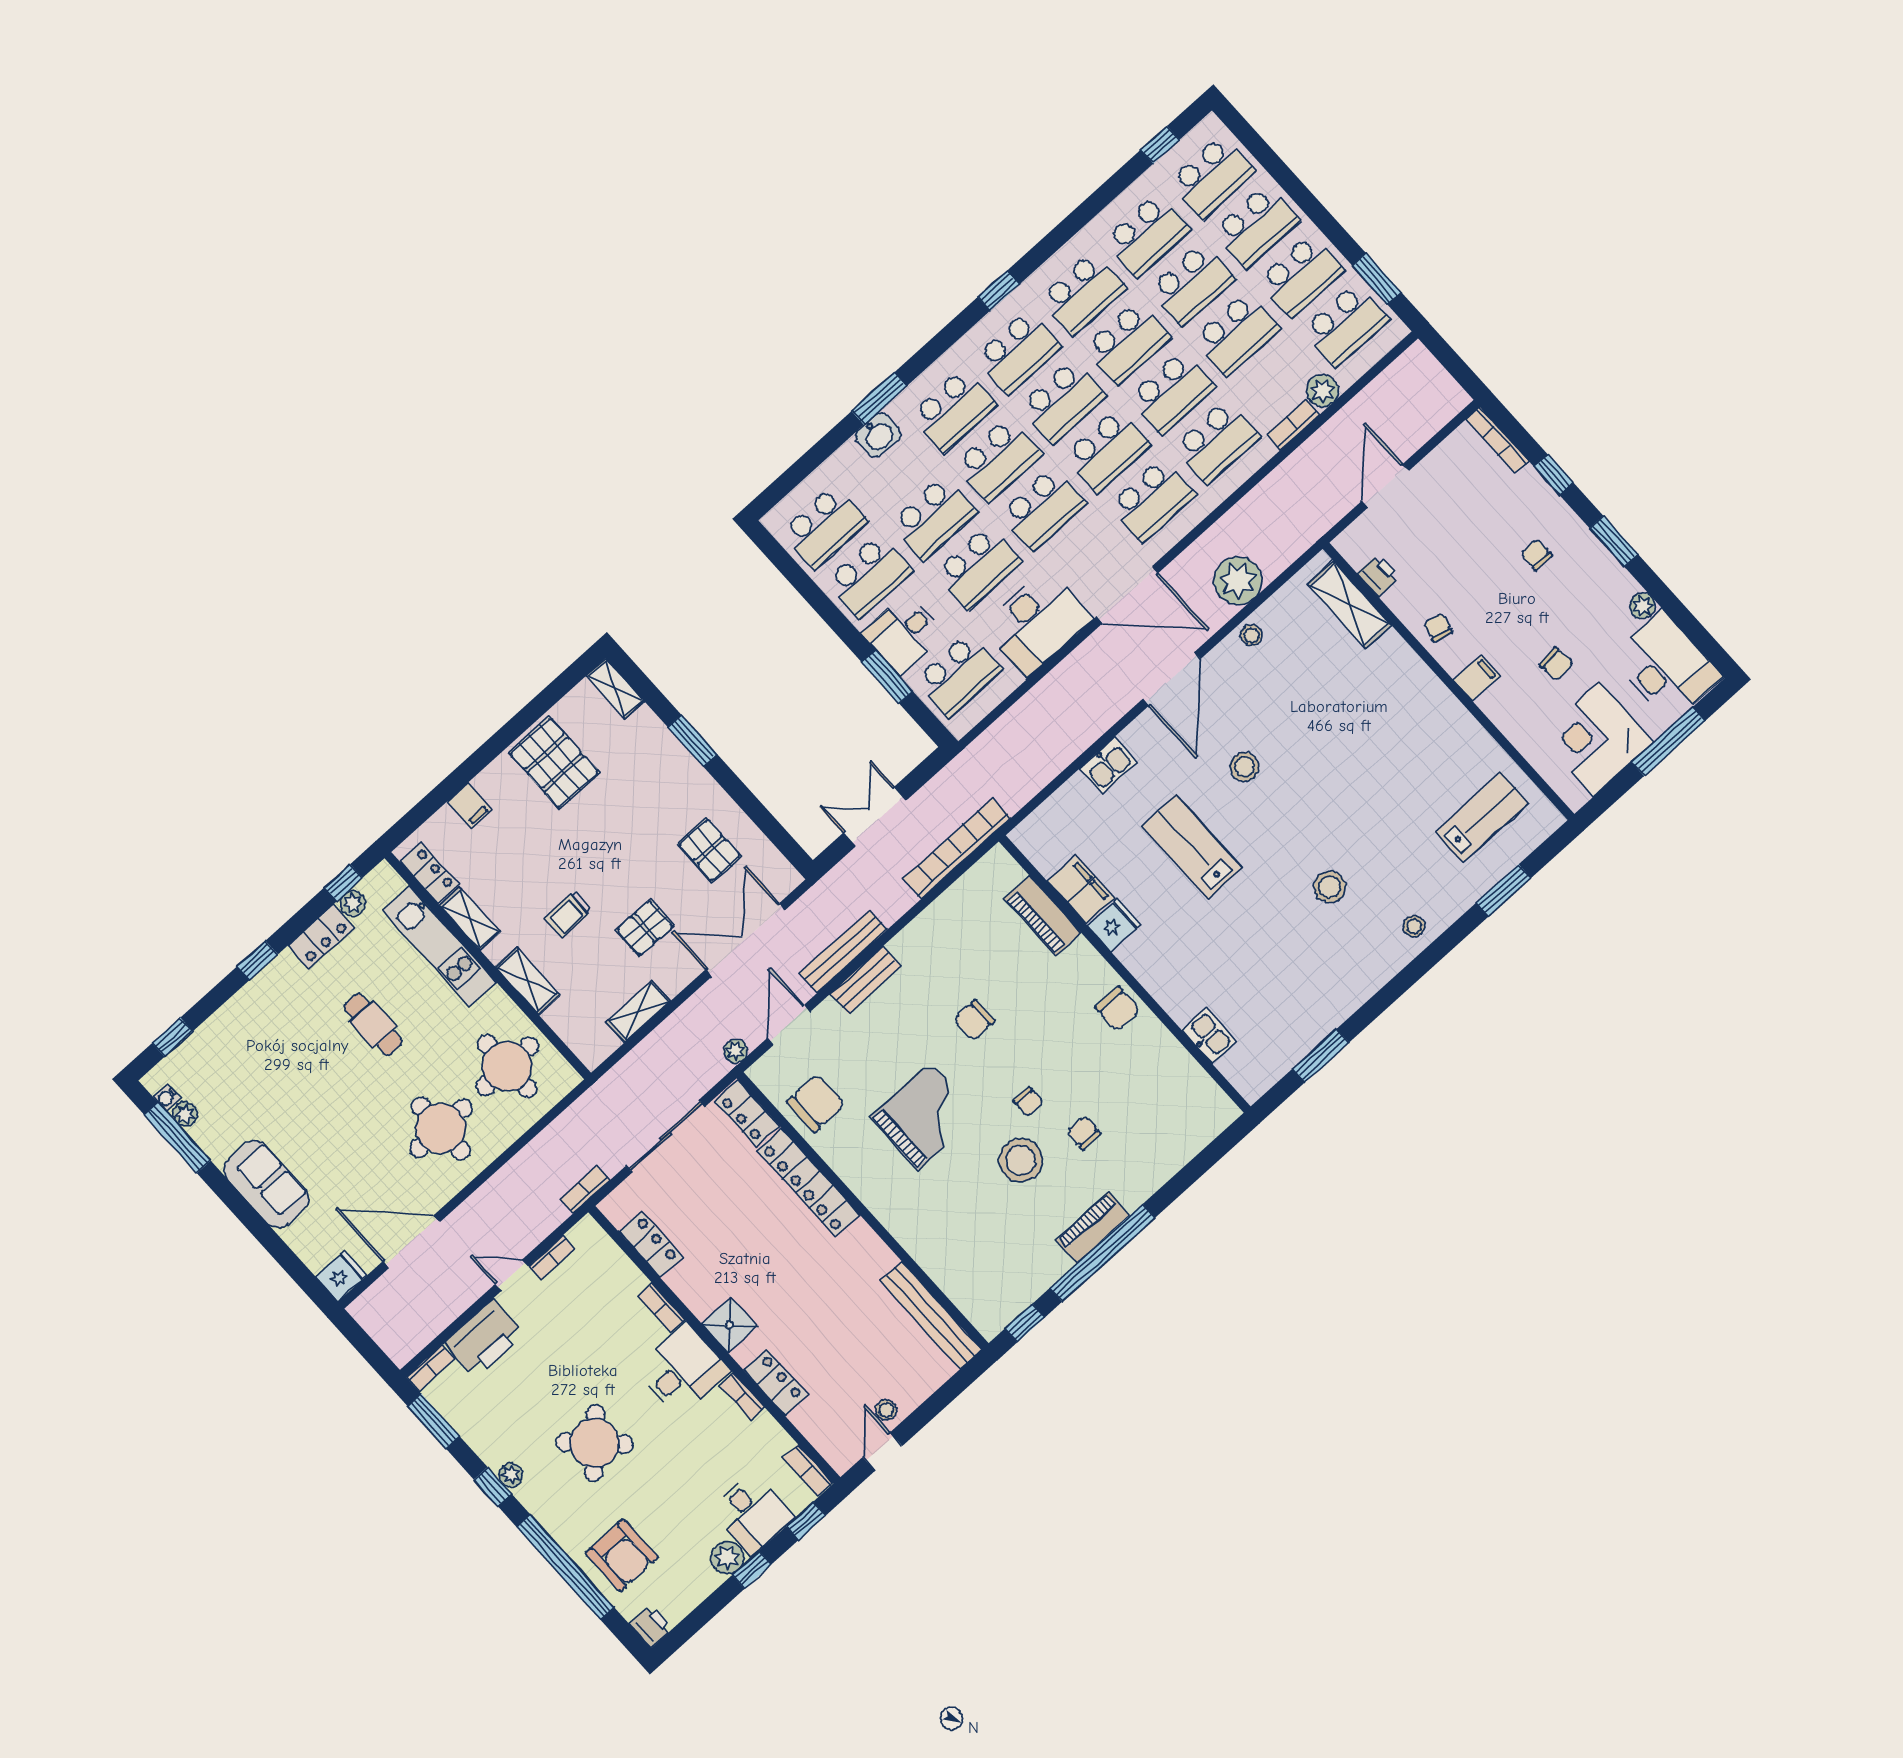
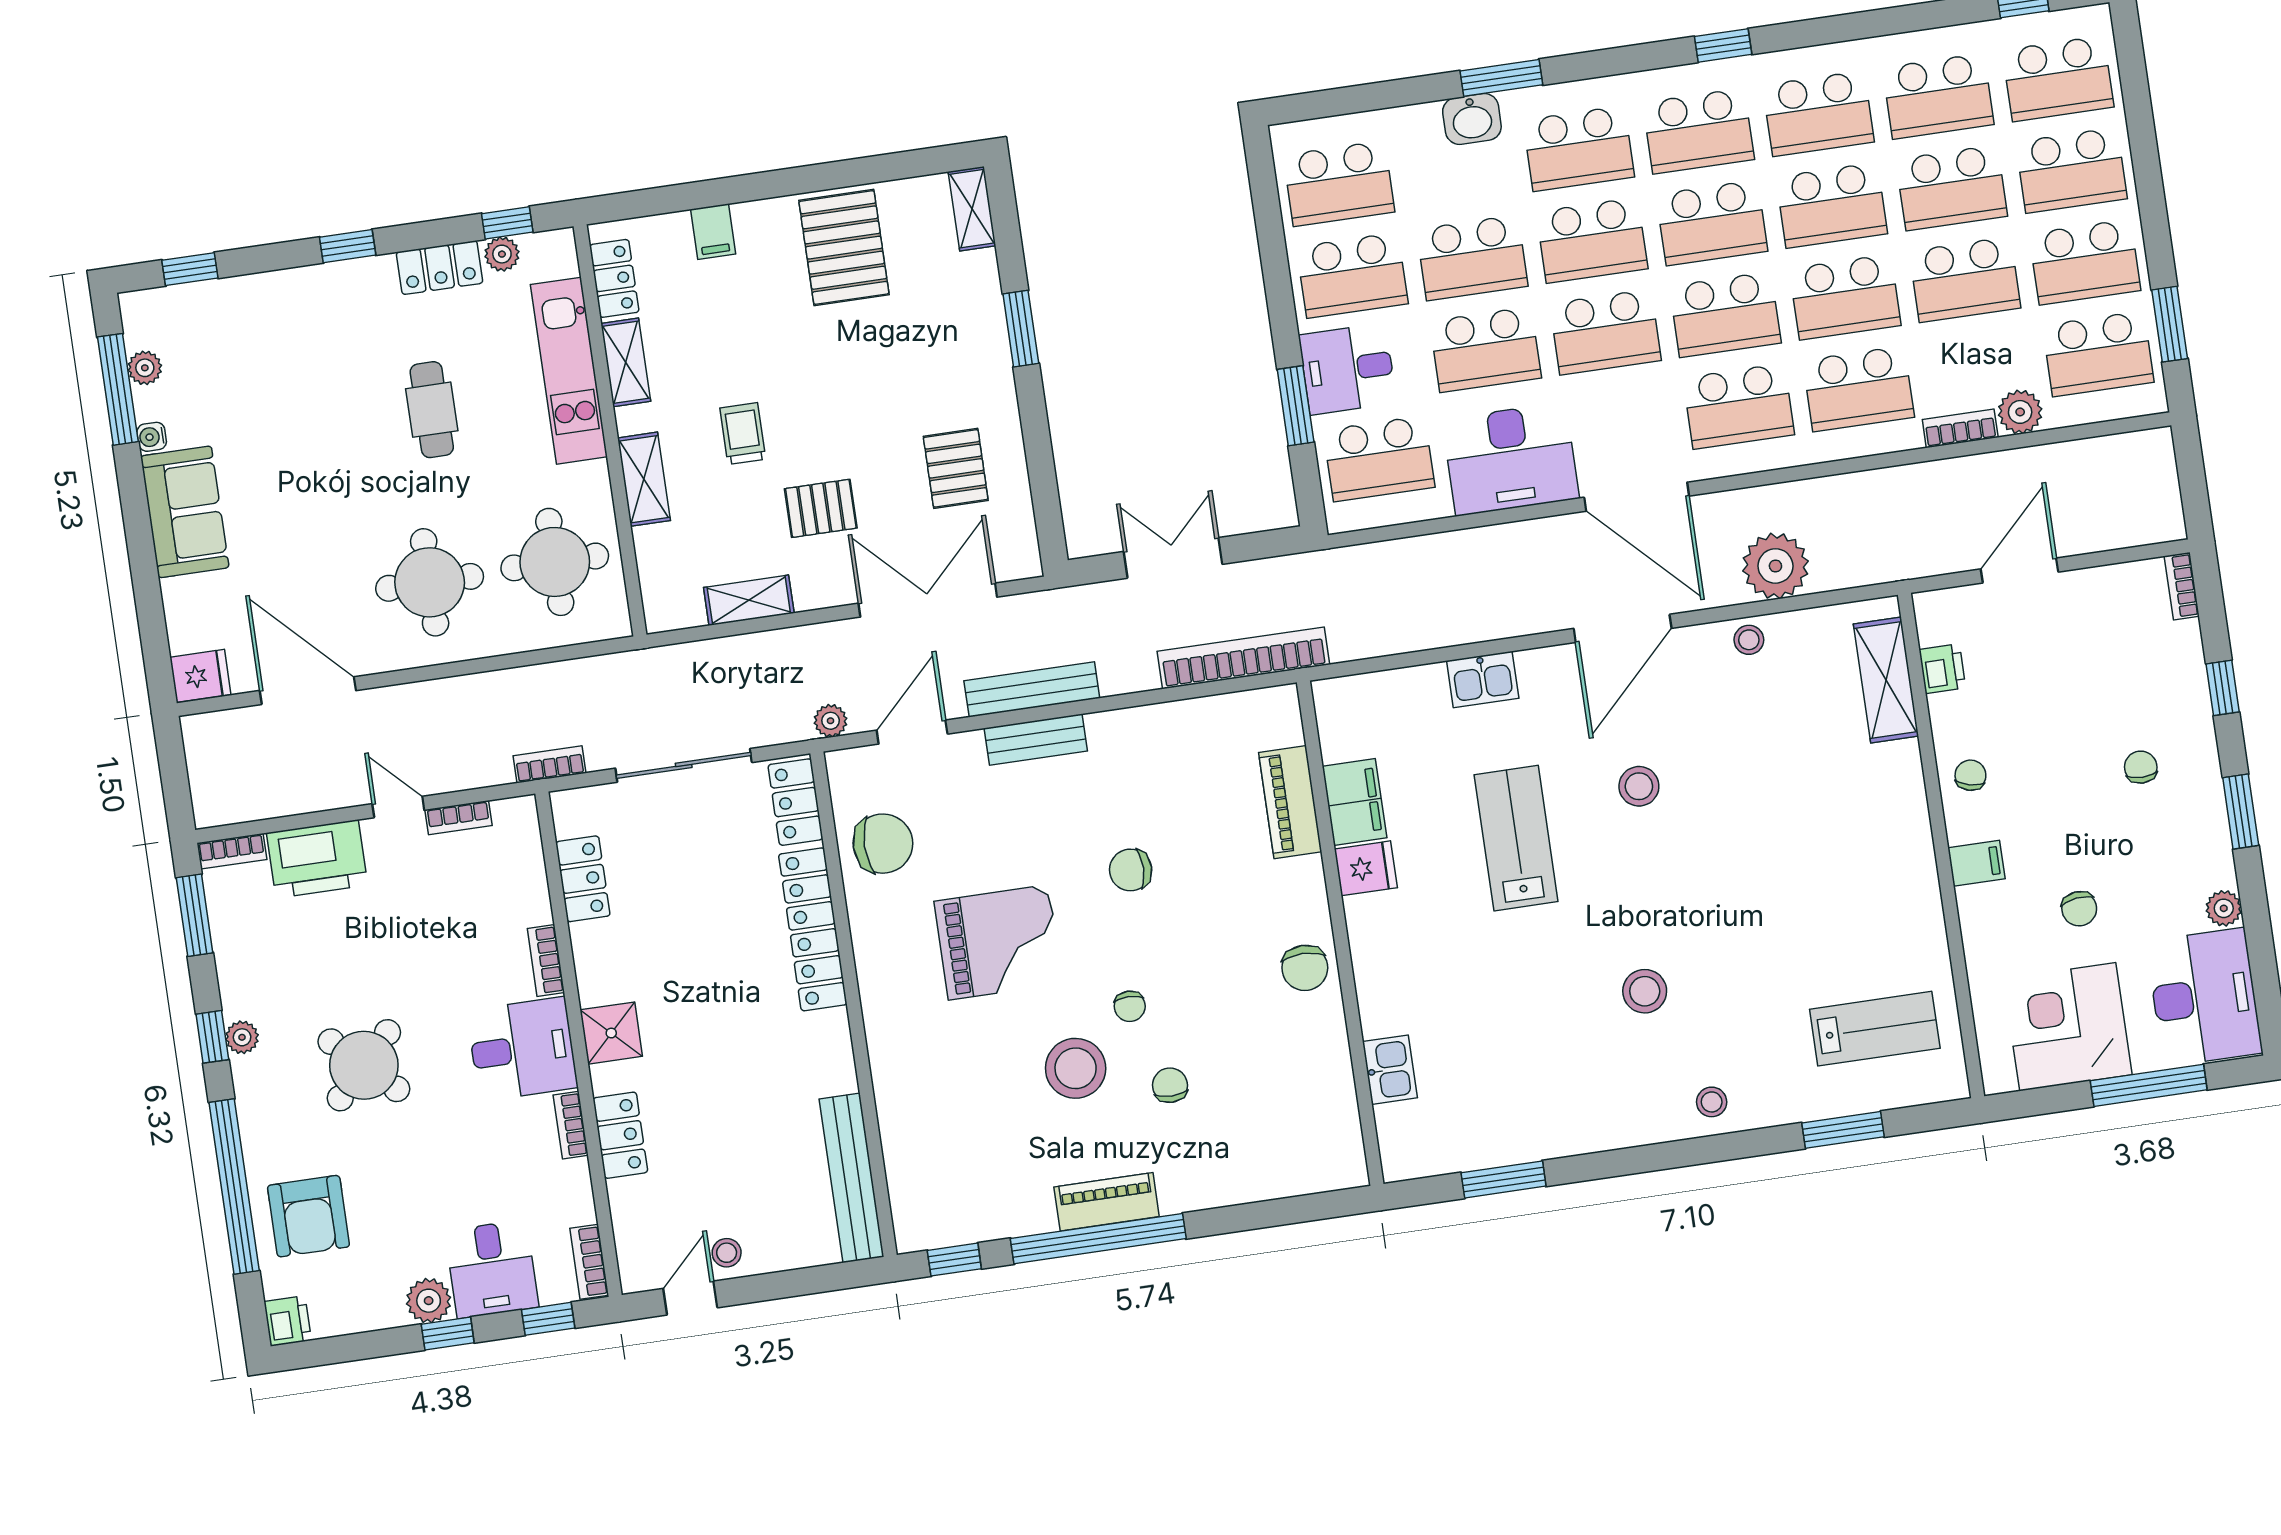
bookcase: (1497, 440) -> (2182, 586), width x0.64
trolley: (568, 914) -> (743, 434), turned 90
water cooler: (167, 1097) -> (152, 437), moved

